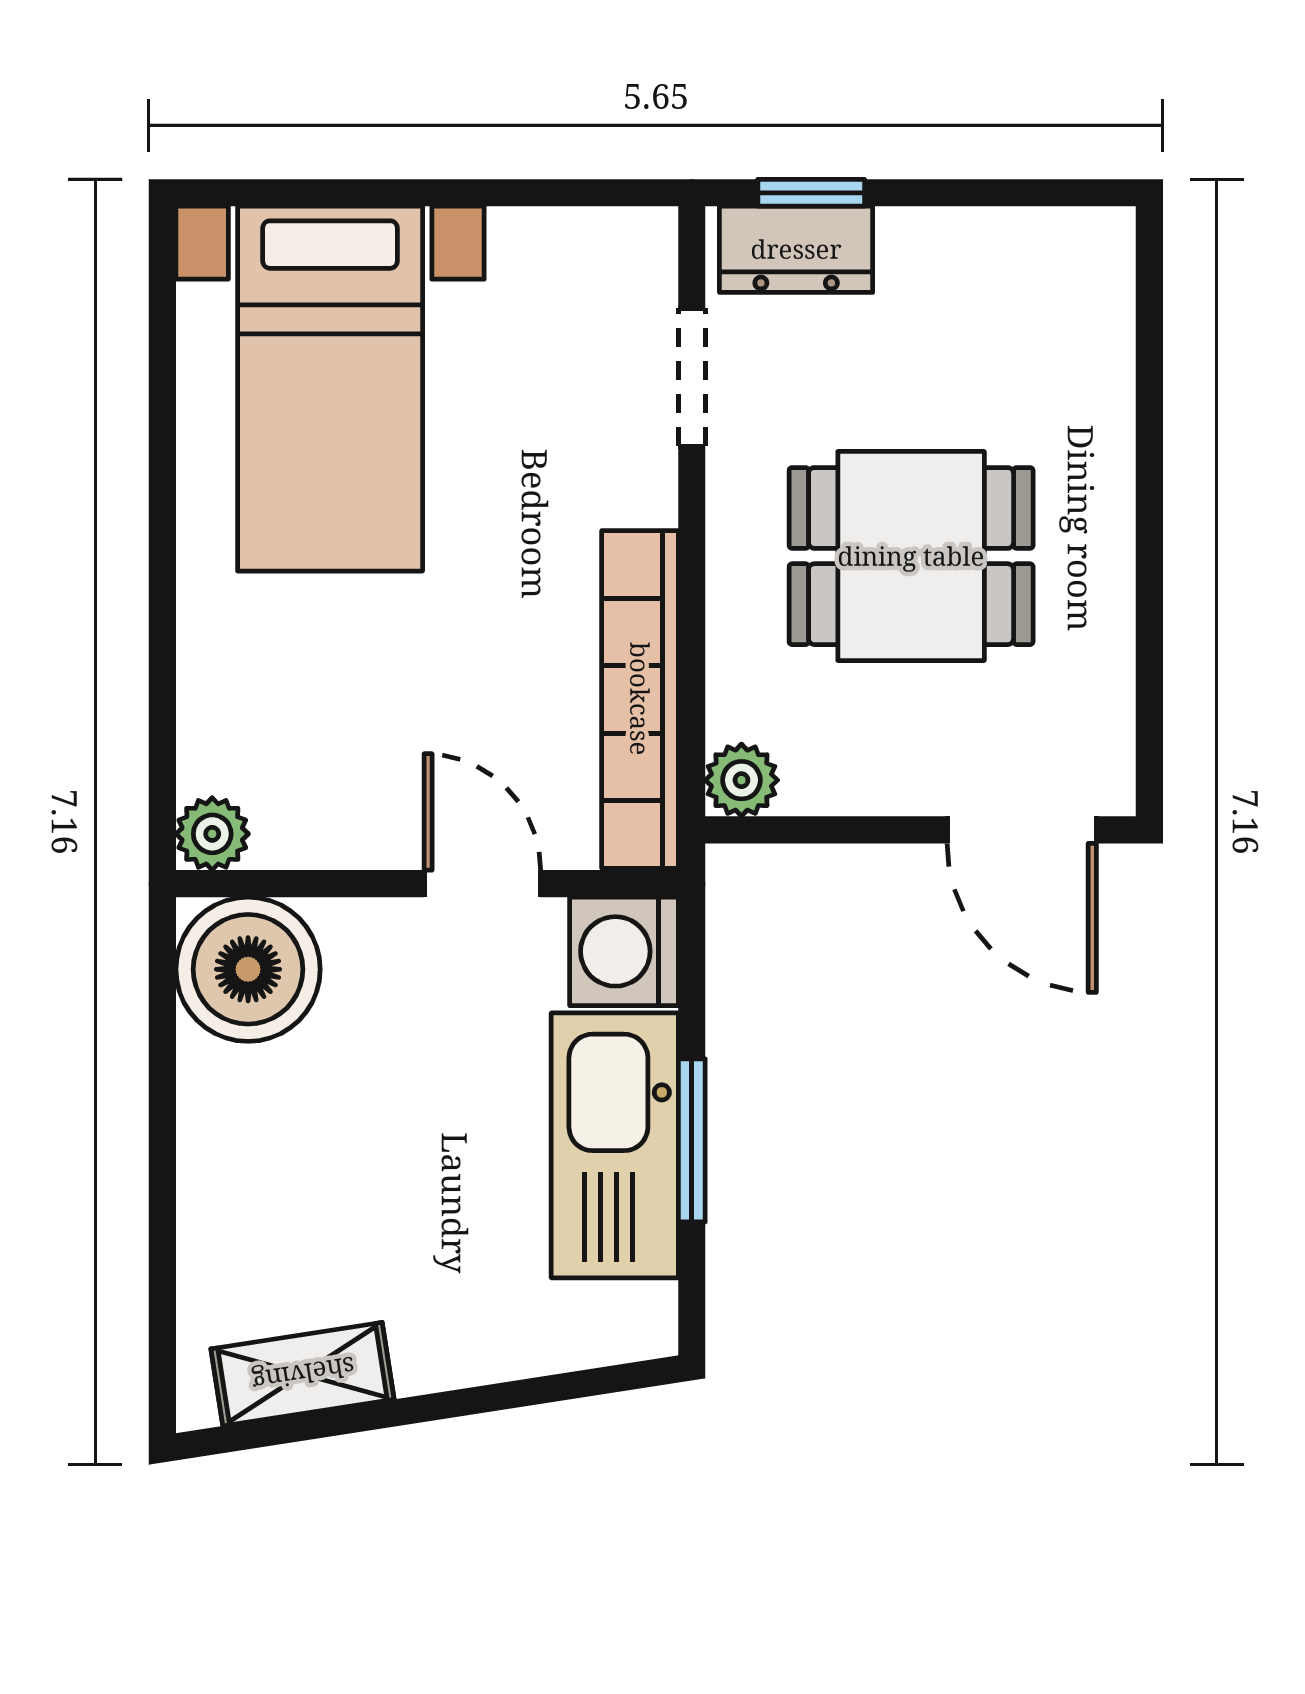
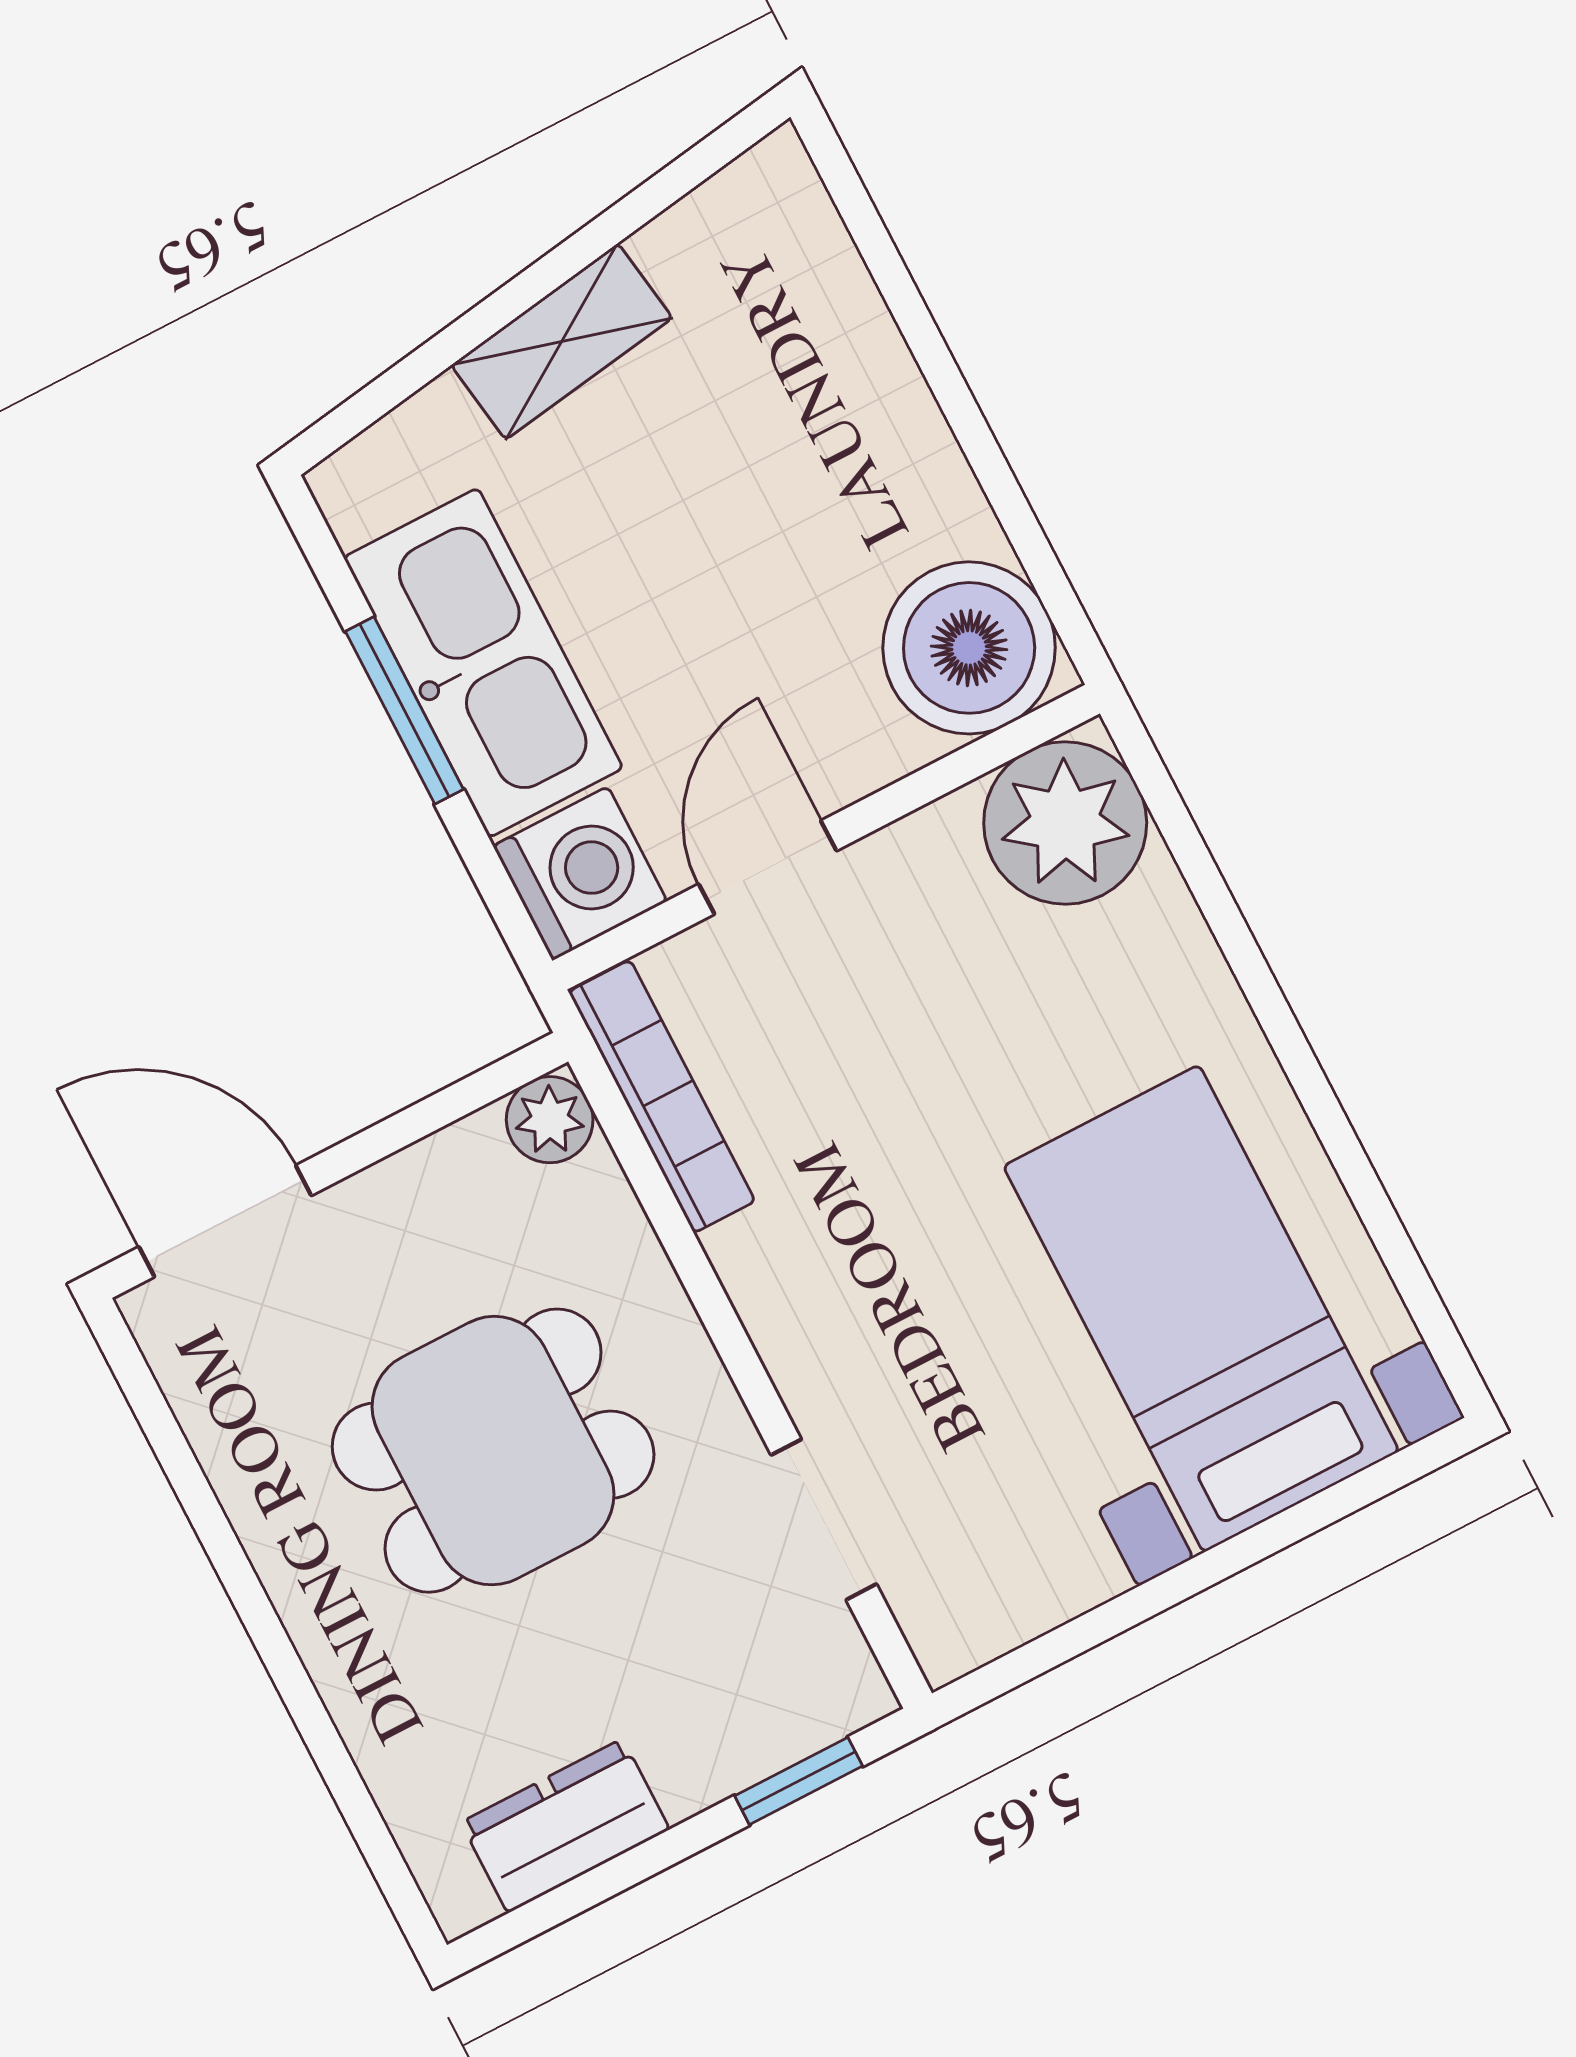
dresser: (796, 249) -> (565, 1826), moved
bookcase: (640, 699) -> (662, 1096), width x0.68, depth x0.76
plant: (212, 834) -> (1065, 823), width x1.87, depth x1.87
door: (482, 884) -> (768, 867), swing flipped
shelving: (303, 1374) -> (562, 341), moved

